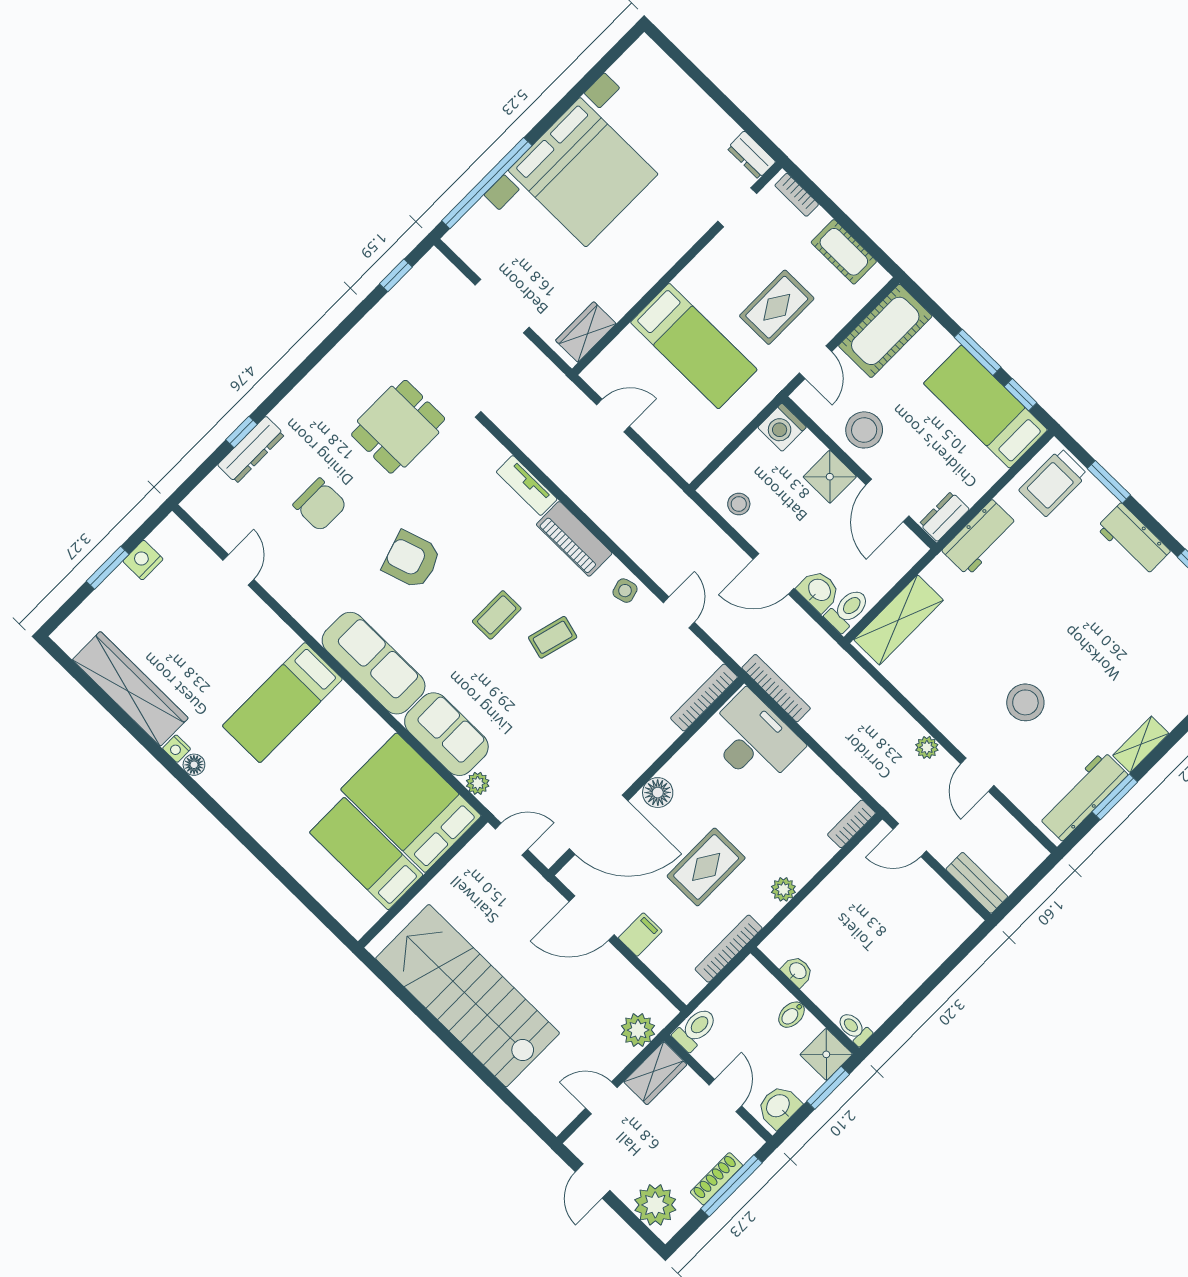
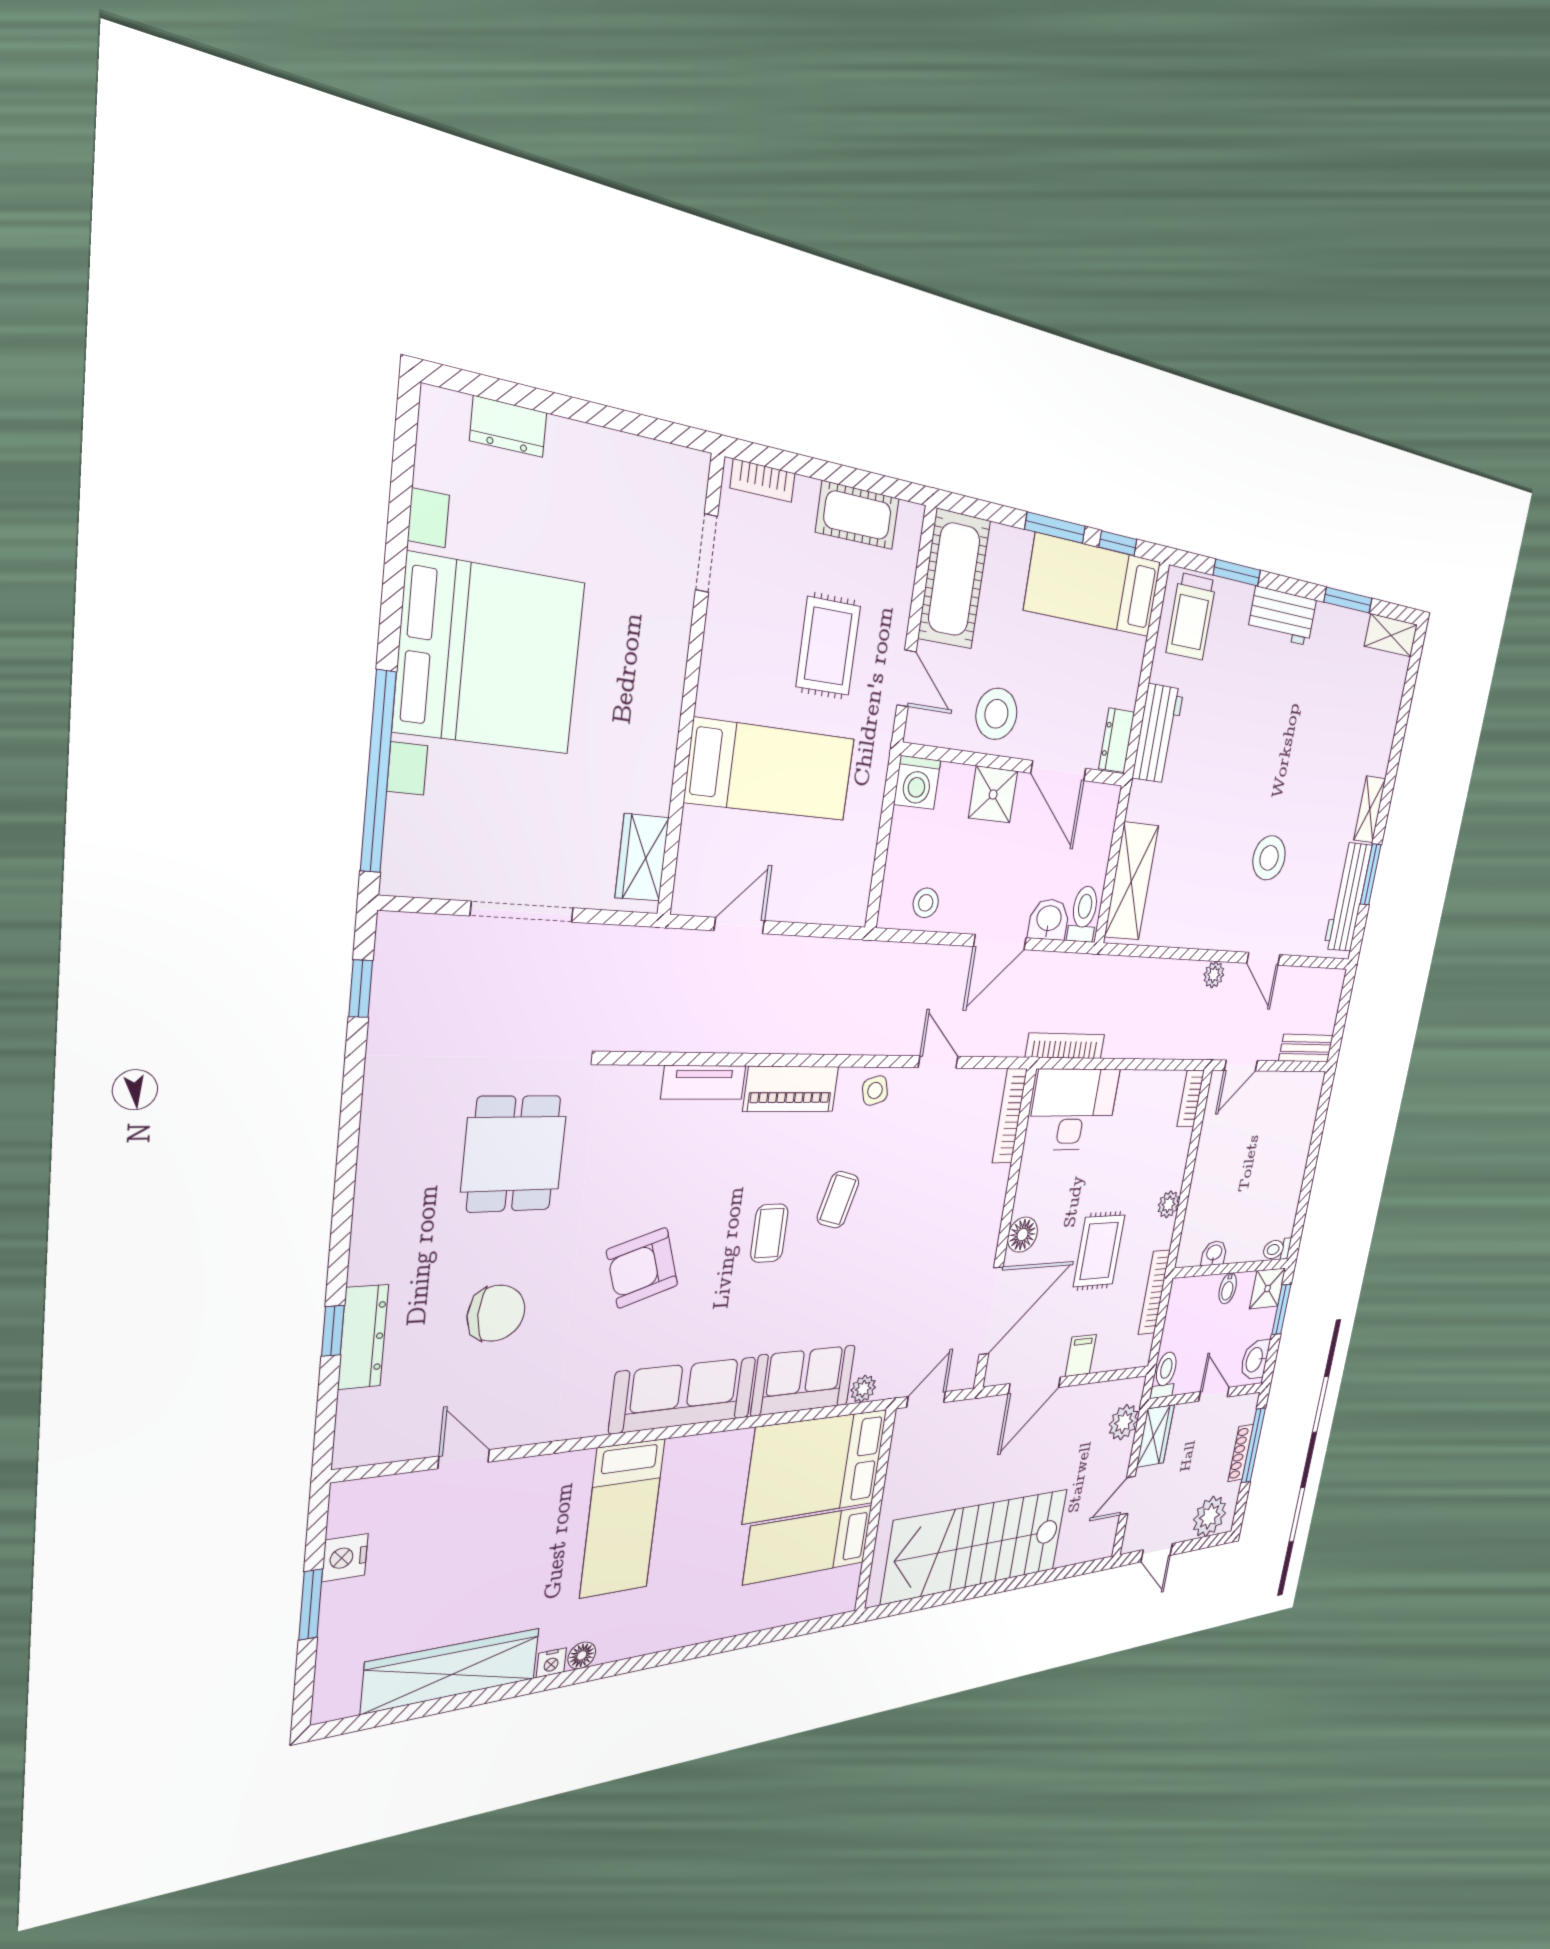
dresser: (751, 155) -> (508, 427), moved

